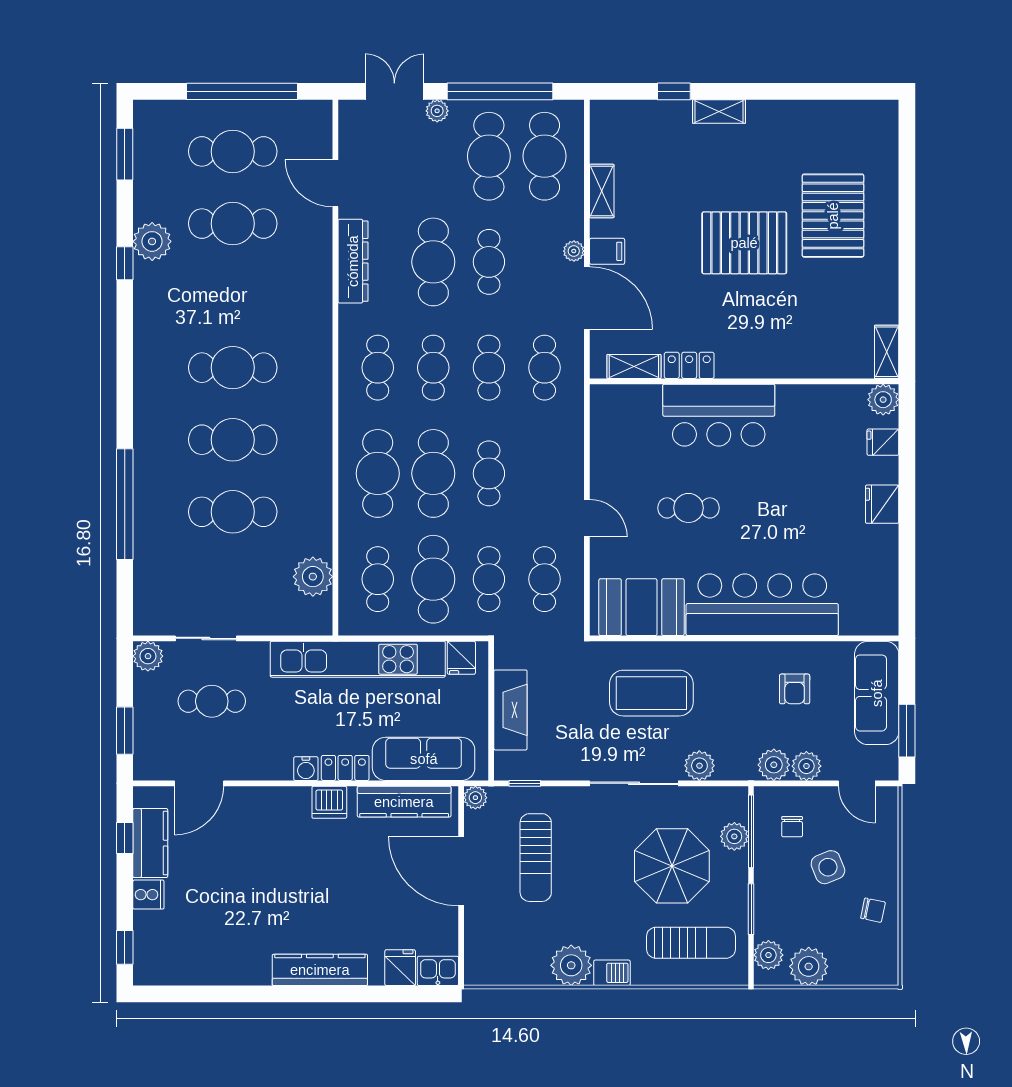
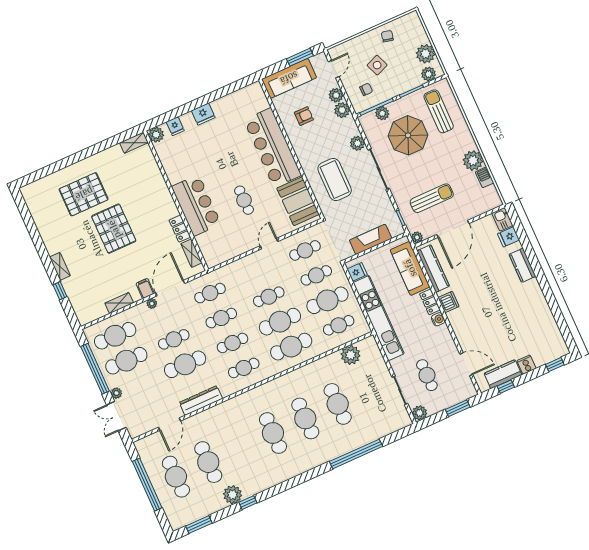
kitchen counter: (320, 970) -> (522, 265), width x0.67
barbecue: (612, 973) -> (485, 177), moved

